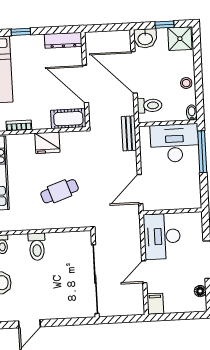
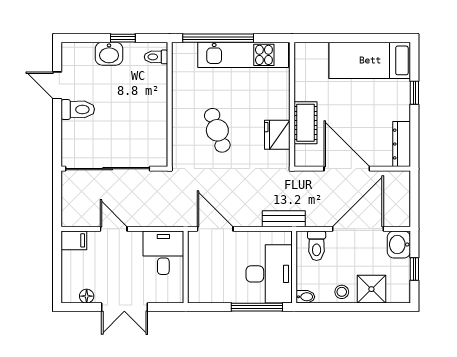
shower: (180, 39) -> (371, 289), moved
door: (85, 84) -> (347, 169), hinge flipped
cot: (68, 119) -> (305, 123), moved
bookcase: (19, 126) -> (300, 85), removed
fridge: (47, 143) -> (277, 135), moved
desk: (162, 236) -> (163, 253), width x0.73
toilet: (37, 247) -> (78, 109), moved, turned 180

